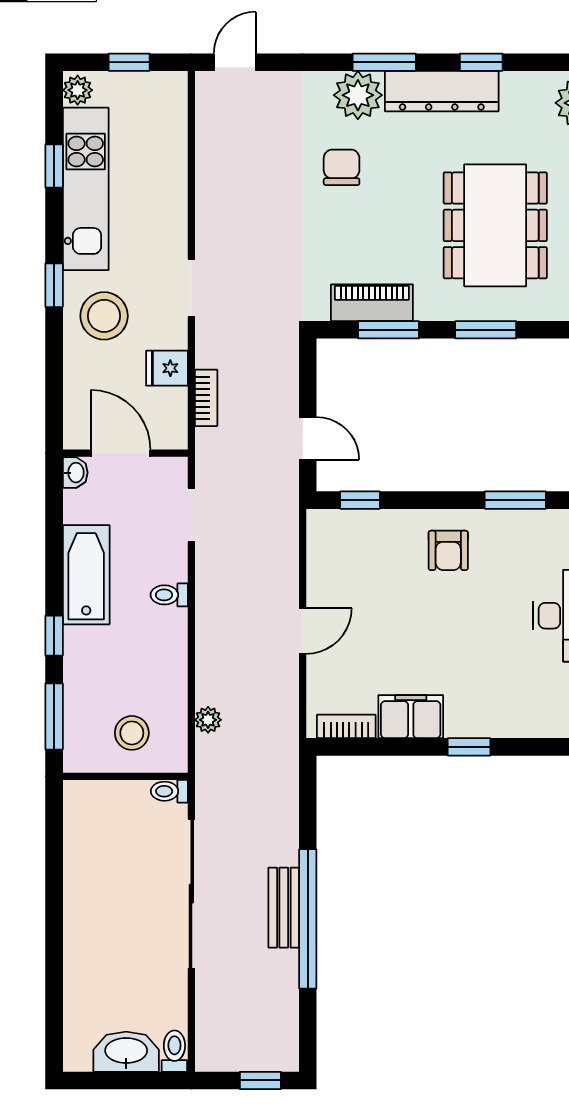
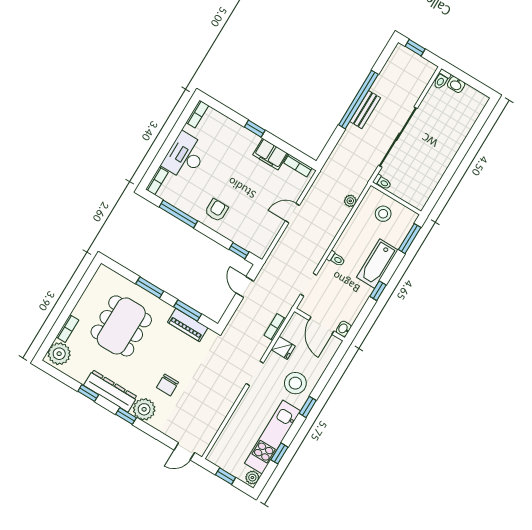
window: (384, 62) -> (126, 416), width x0.67
window: (515, 500) -> (178, 214), width x1.44
bathtub: (86, 575) -> (377, 264), moved
window: (54, 636) -> (378, 291), moved
washbasin: (126, 1052) -> (456, 84), width x0.52, depth x0.69

